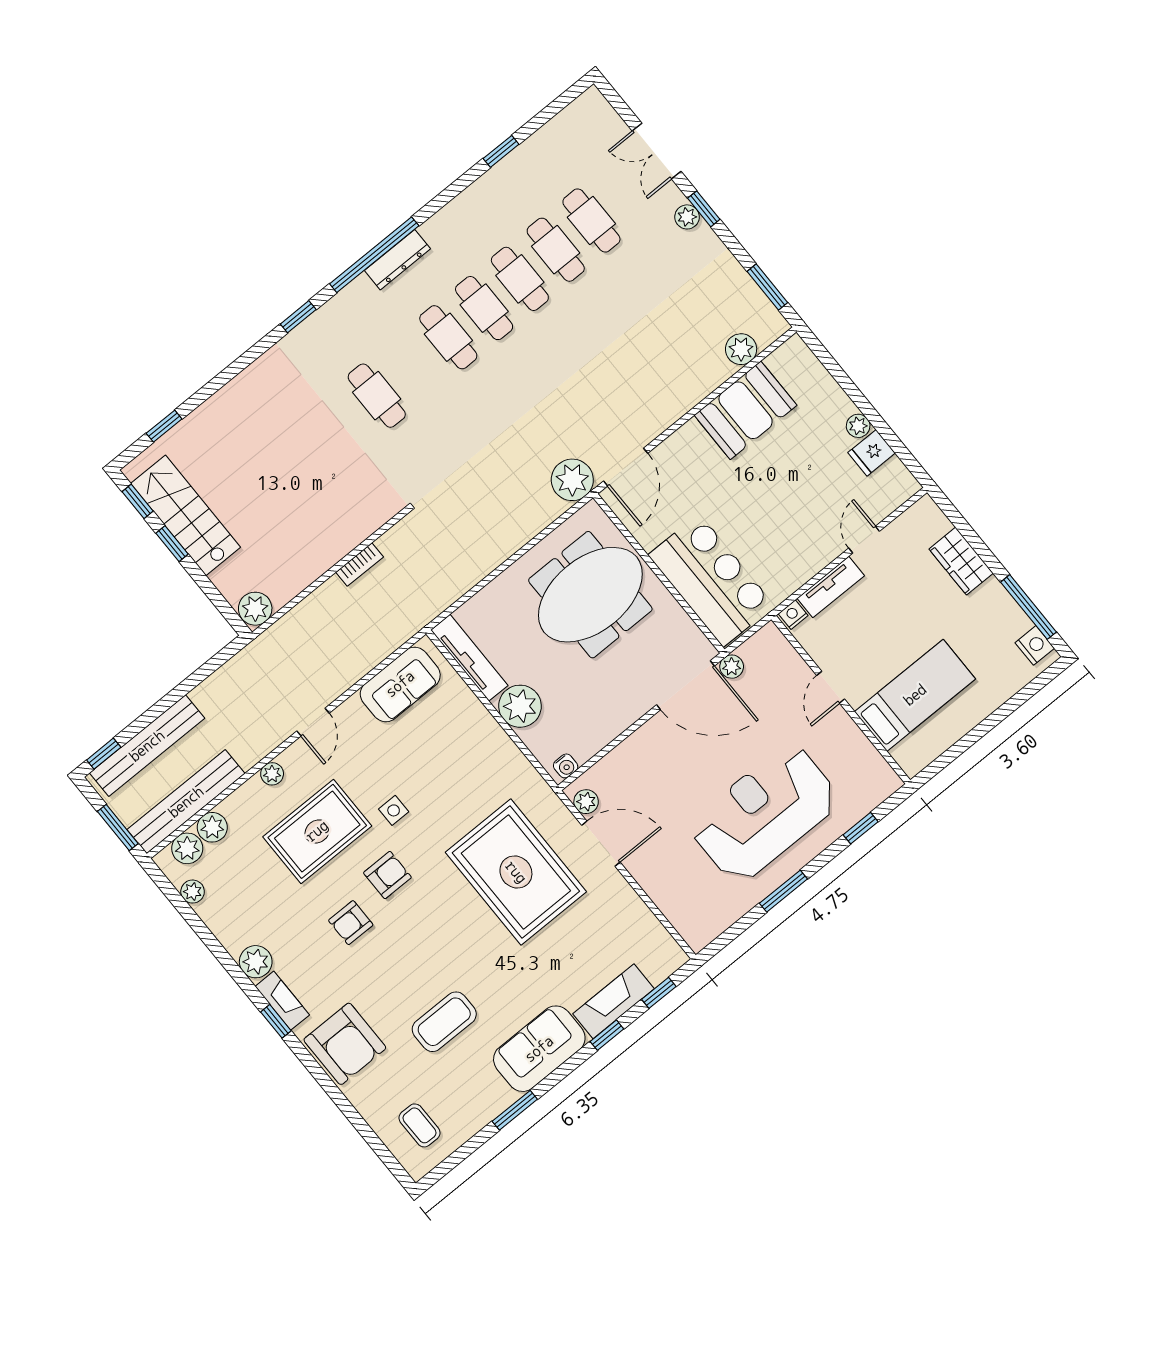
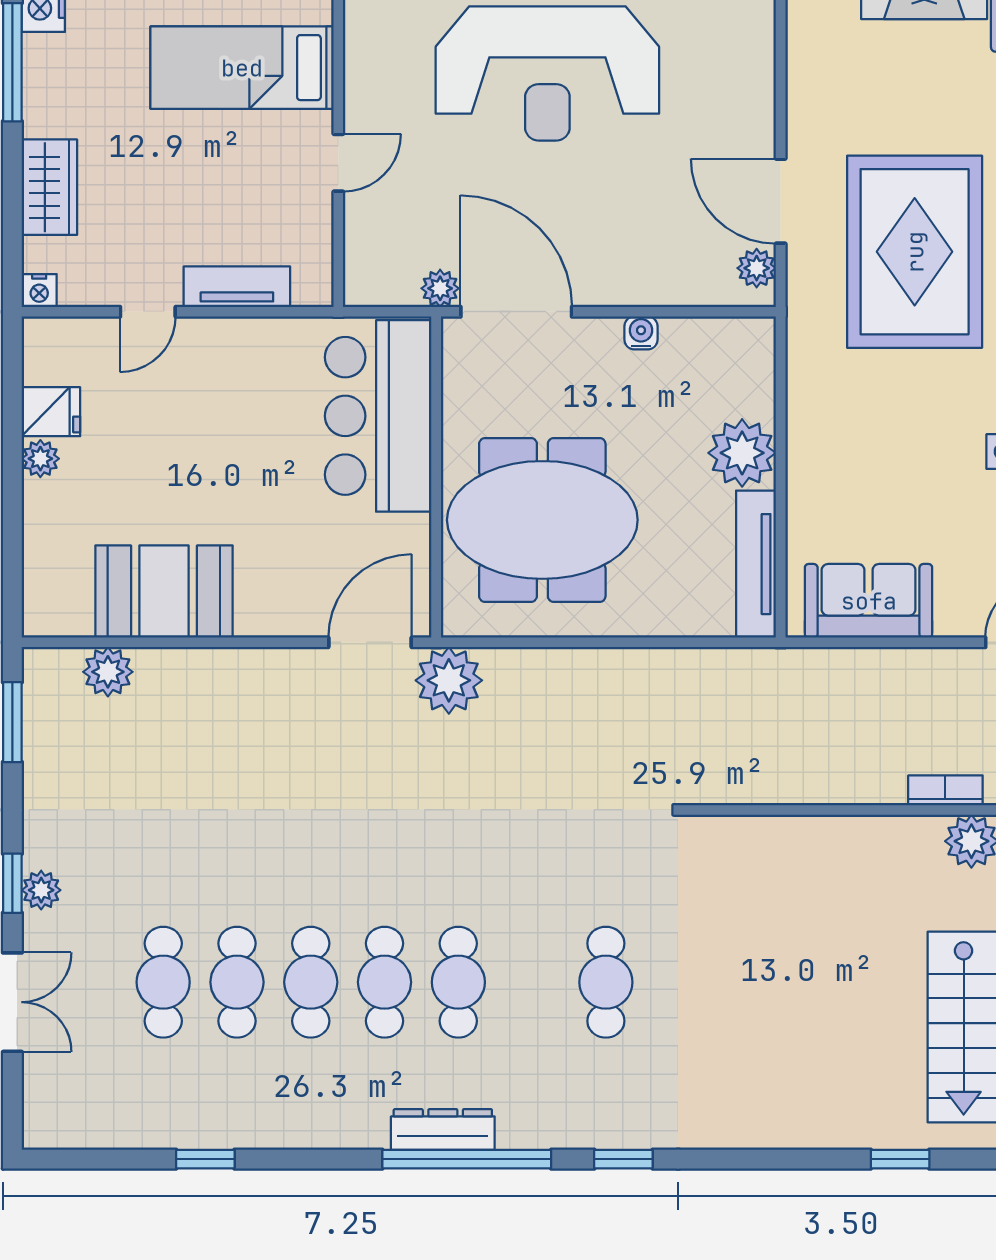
bookcase: (360, 565) -> (945, 790), moved
nightstand: (793, 615) -> (39, 291), moved
water cooler: (566, 766) -> (641, 333), moved

